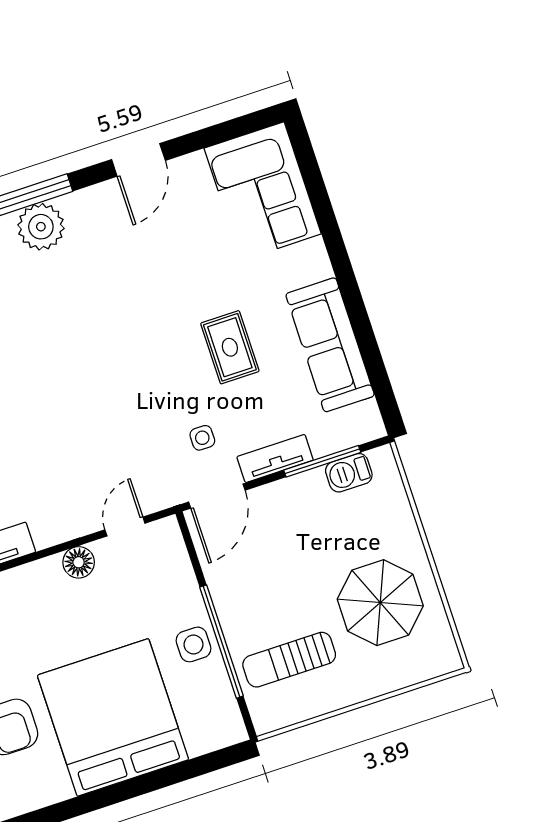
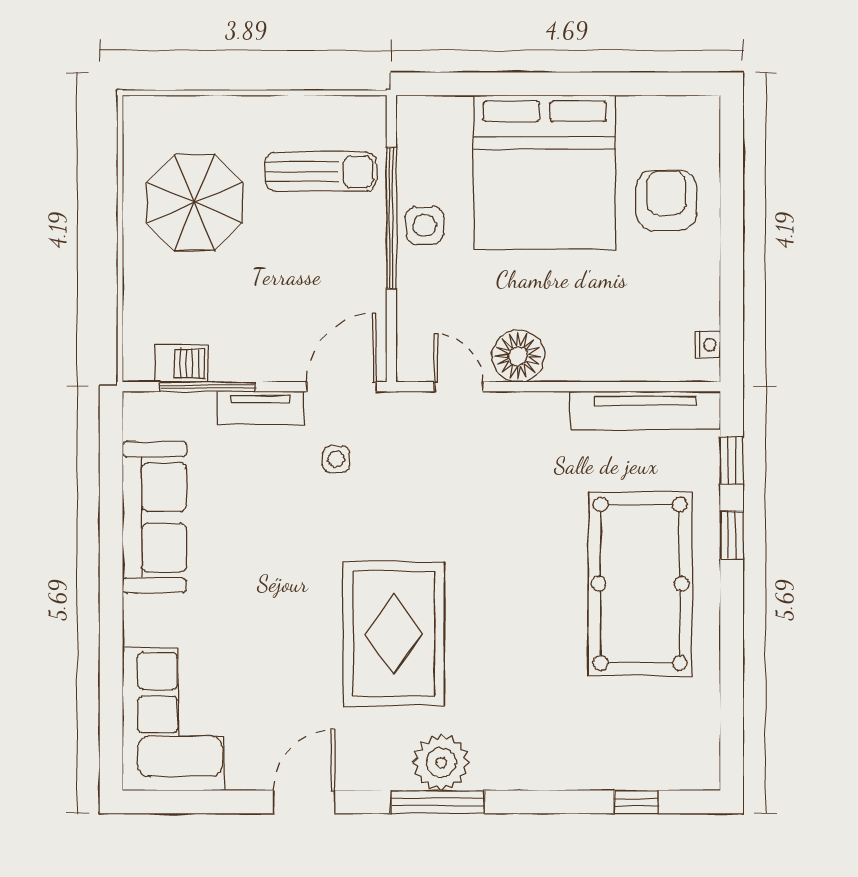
rug: (230, 347) -> (394, 634), moved, width x1.86, depth x2.06
door: (125, 526) -> (459, 387), swing flipped
floor lamp: (79, 562) -> (518, 356), width x1.38, depth x1.38

